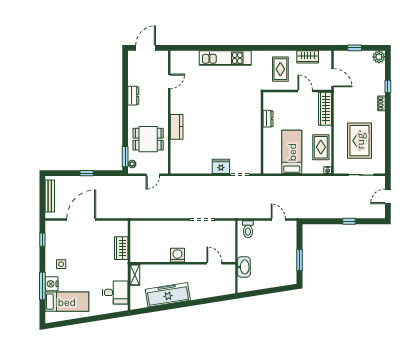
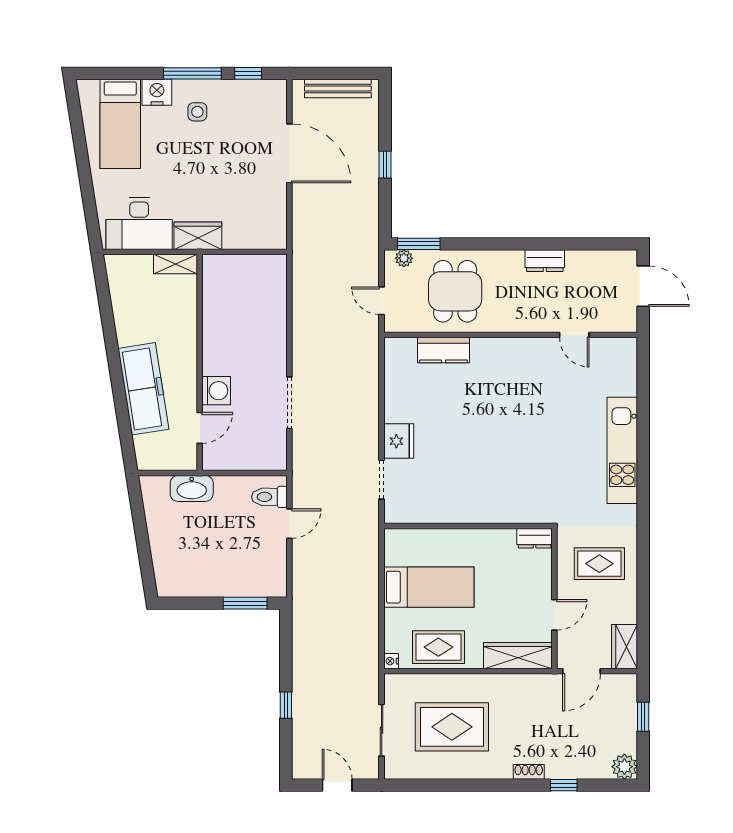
wardrobe: (308, 57) -> (624, 647), moved
dresser: (268, 119) -> (534, 538), moved
kitchen counter: (177, 127) -> (443, 350), moved
door: (278, 220) -> (289, 524), moved
wardrobe: (121, 248) -> (198, 236), moved
washing machine: (177, 255) -> (216, 391), moved
window: (300, 260) -> (245, 603), moved
window: (42, 286) -> (192, 73), moved
desk: (115, 292) -> (139, 224), width x1.37
freezer: (168, 295) -> (143, 389), moved

